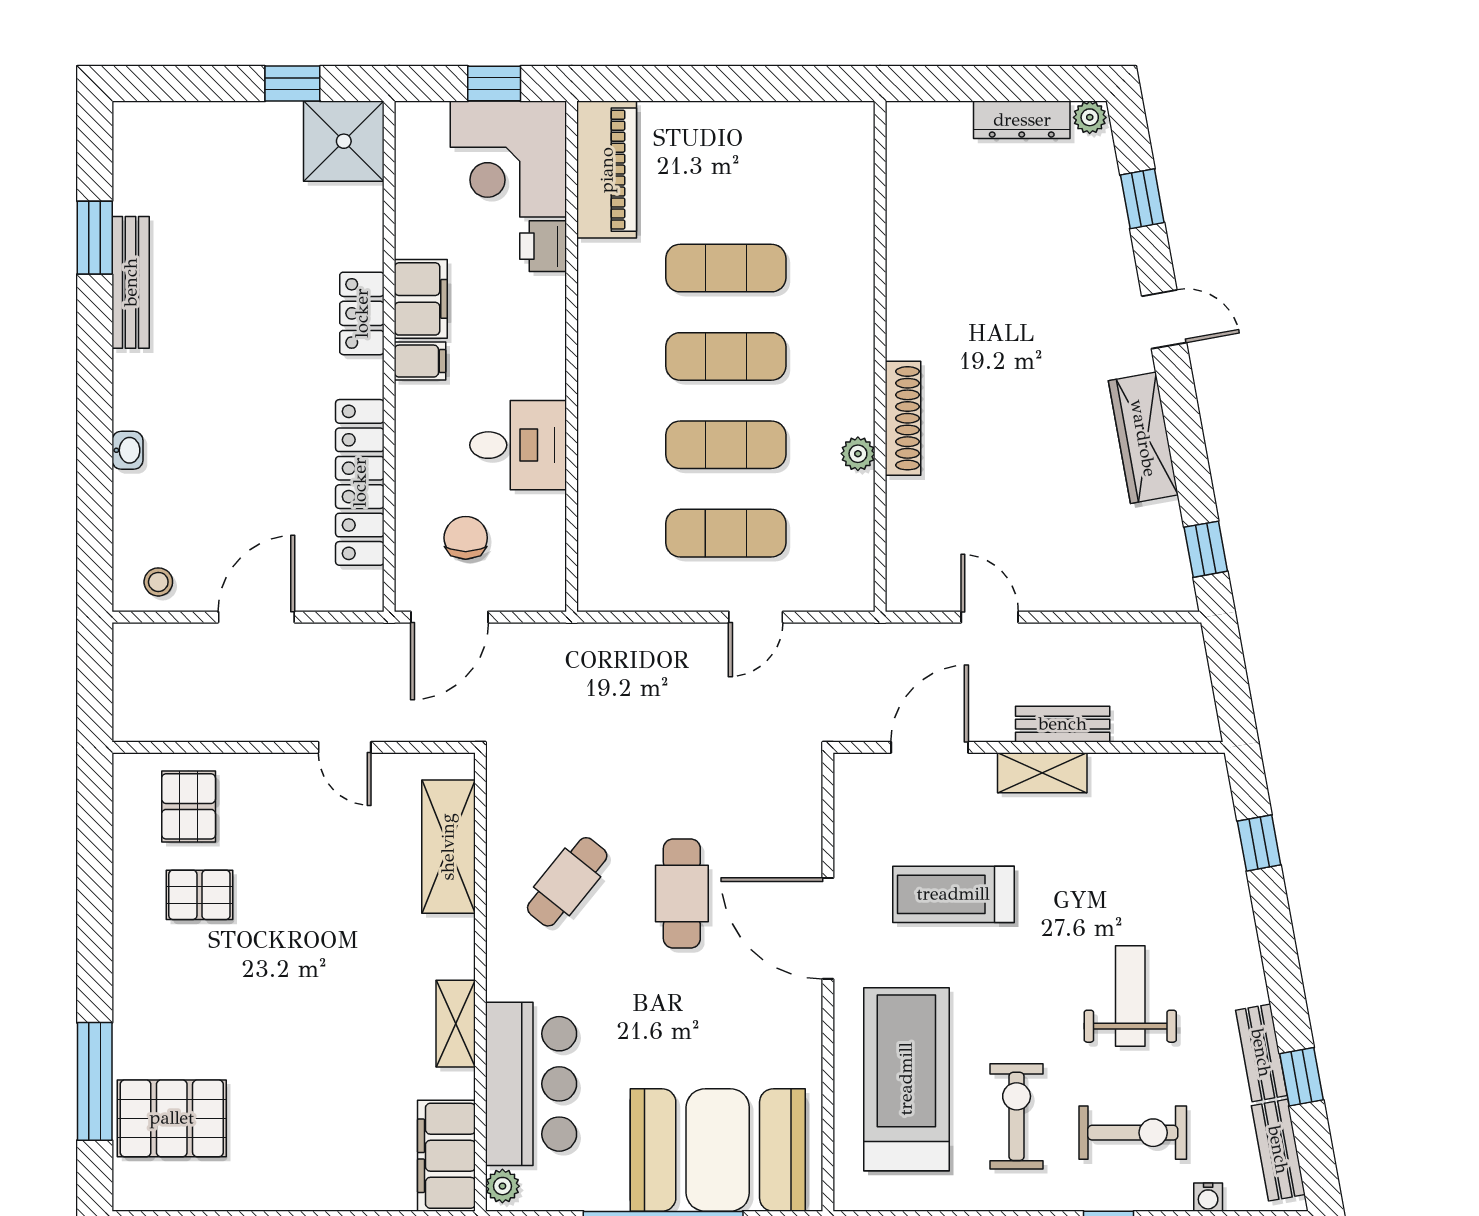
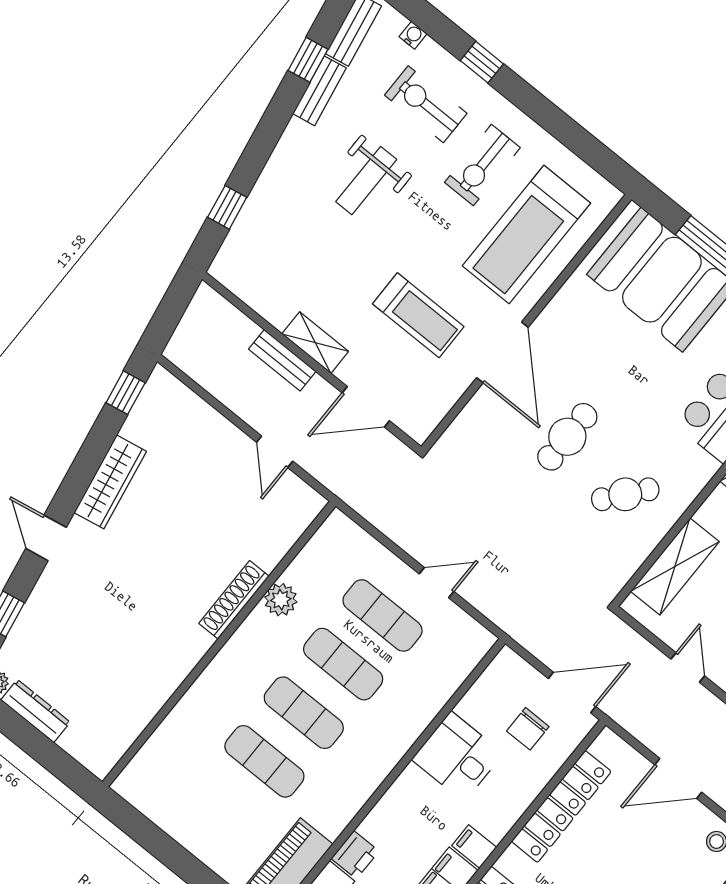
plant: (858, 454) -> (281, 600), width x1.38, depth x1.38
door: (756, 617) -> (436, 583), moved

